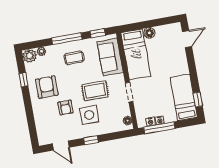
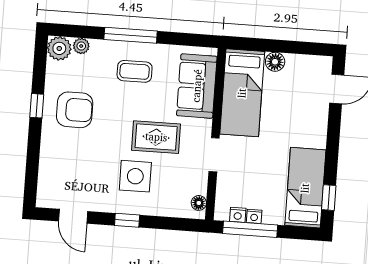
window: (98, 33) -> (186, 39), removed
window: (24, 80) -> (37, 106), moved
armchair: (47, 87) -> (75, 110), turned 90
armchair: (65, 108) -> (98, 153), removed

